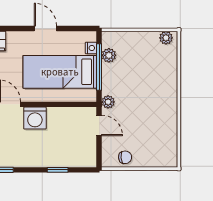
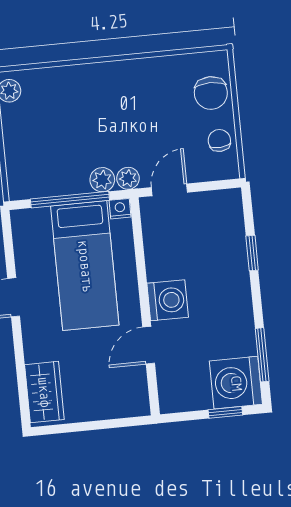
nightstand: (91, 48) -> (120, 209), moved
plant: (109, 55) -> (102, 180), moved
chair: (153, 155) -> (211, 93), added

